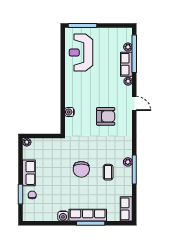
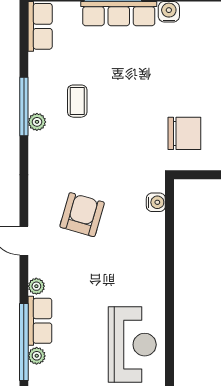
water cooler: (69, 112) -> (156, 202), moved
armchair: (106, 116) -> (82, 215), turned 106
chair: (81, 169) -> (184, 133), moved, turned 90

